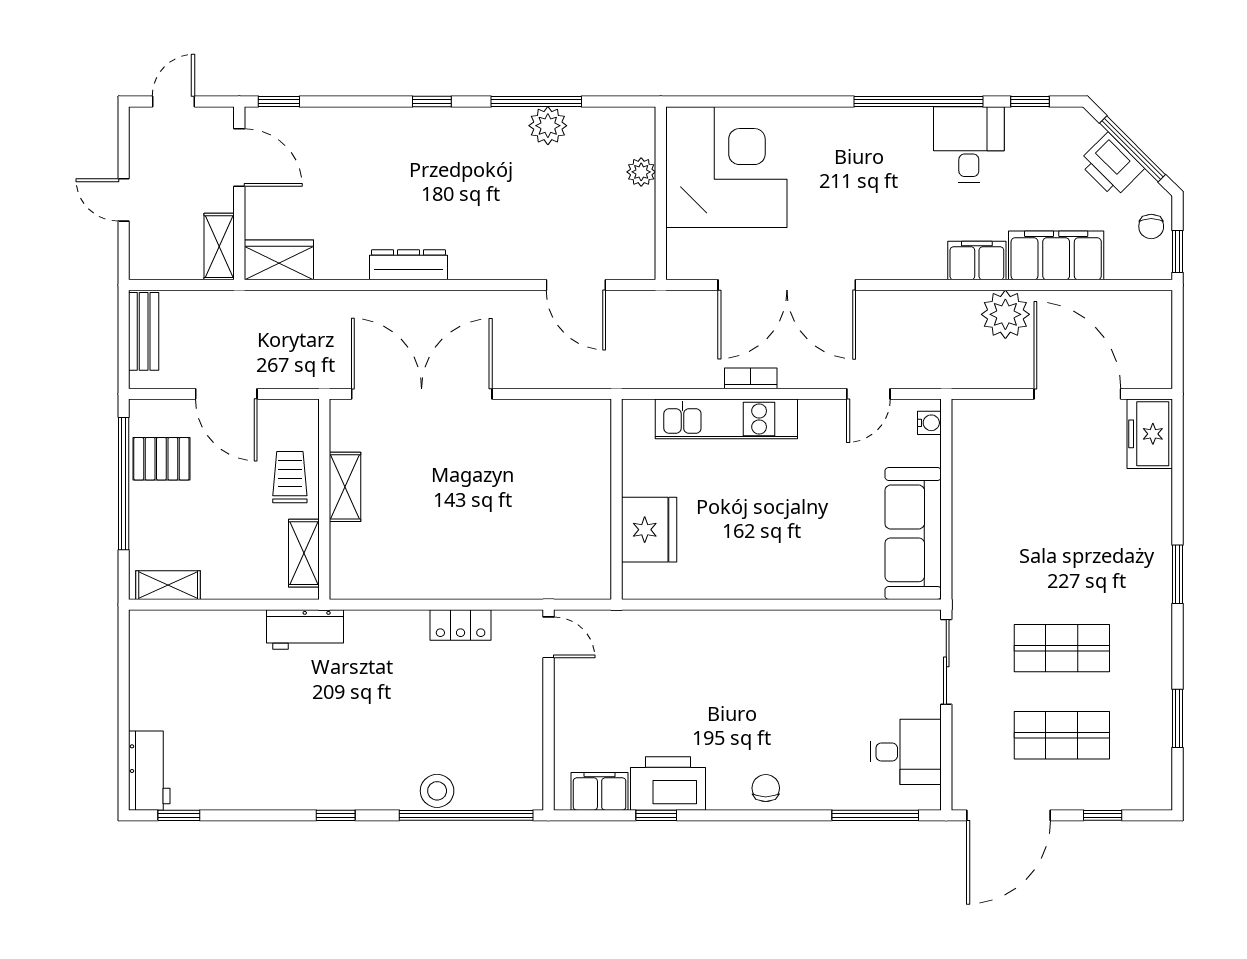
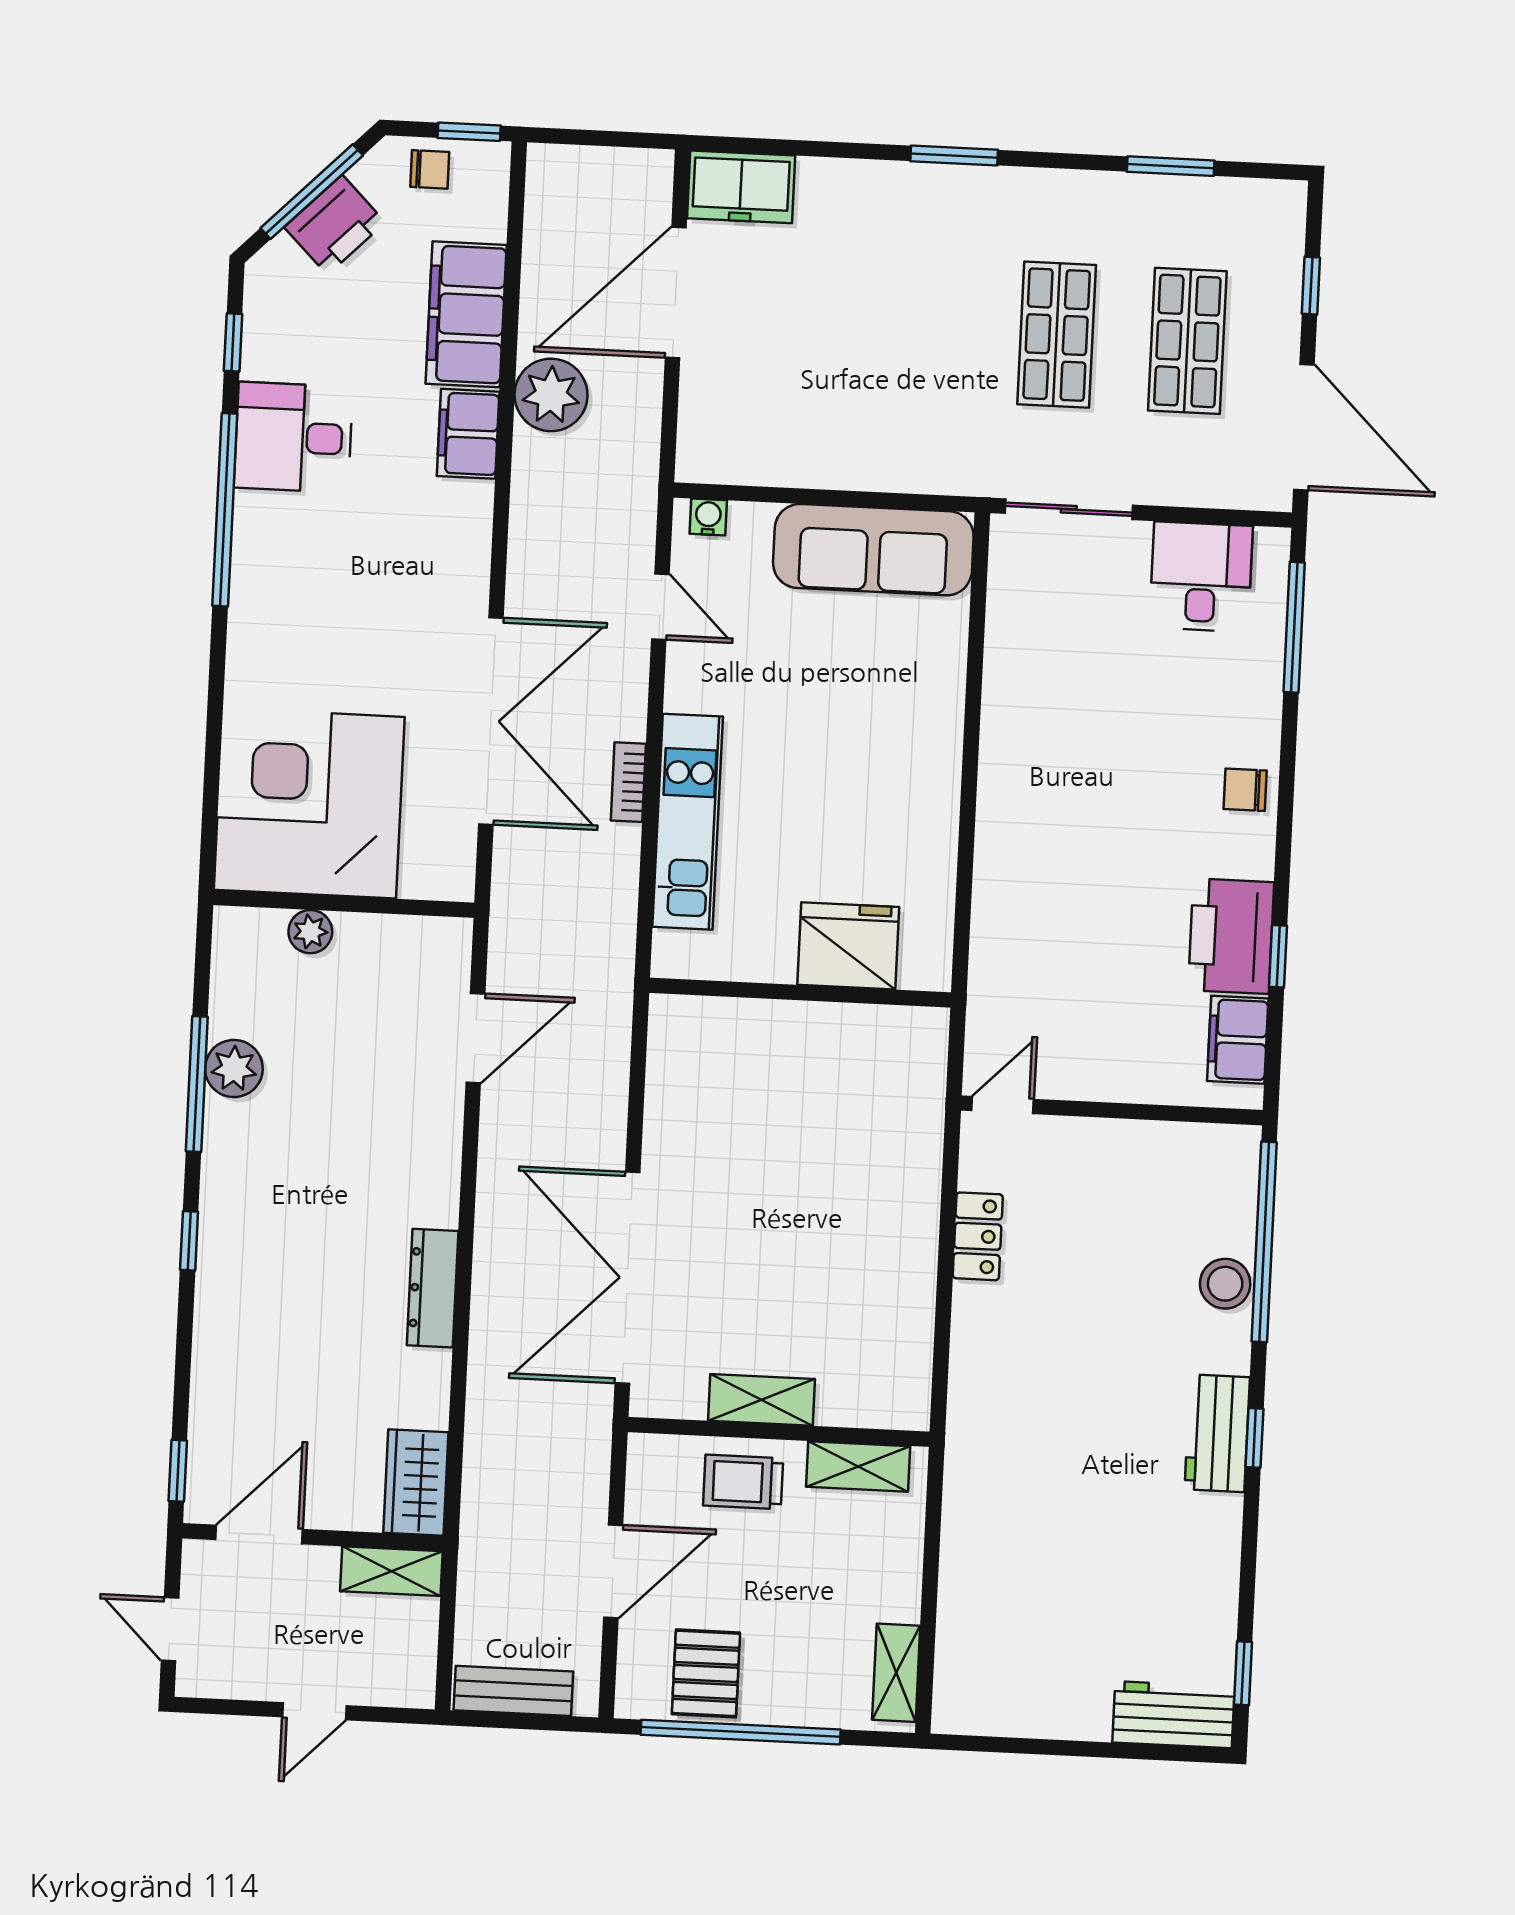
workbench: (305, 630) -> (1217, 1433), moved, turned 180

